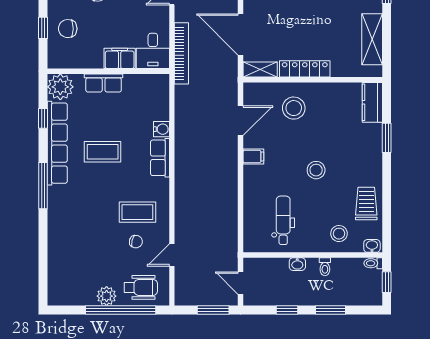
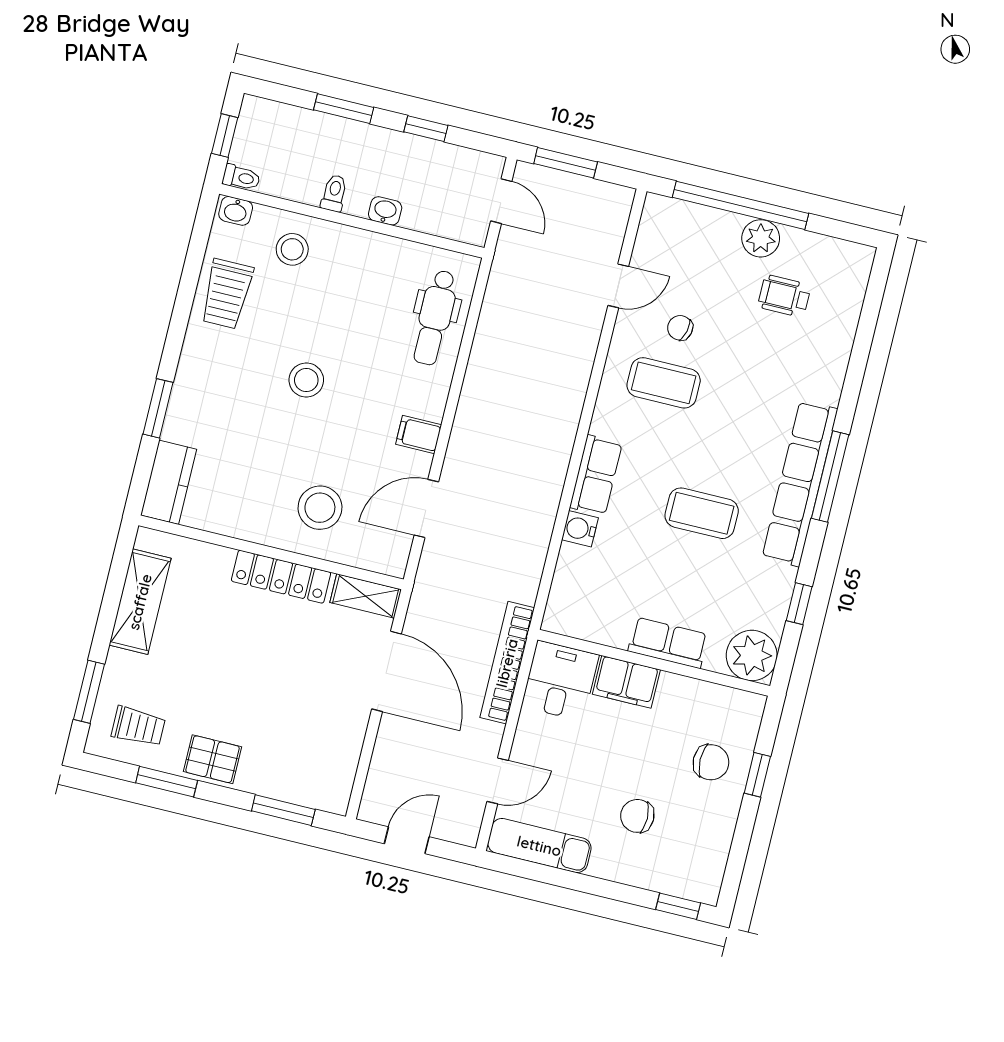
row of seats: (57, 143) -> (800, 483), moved
dental chair: (283, 220) -> (435, 318), moved
wheelchair: (141, 287) -> (784, 296), moved, width x0.73, depth x0.73

